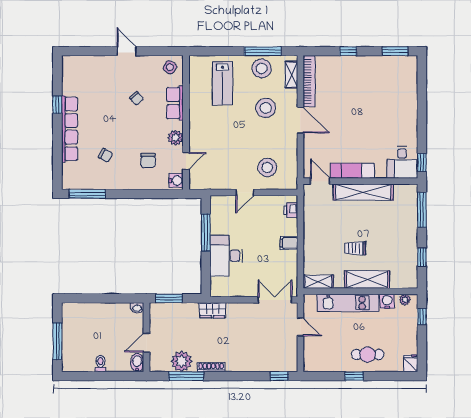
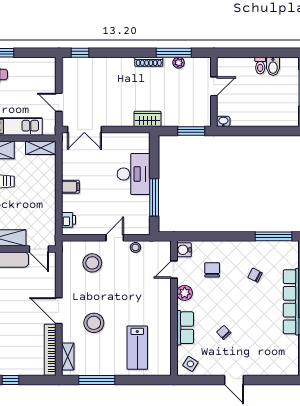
stool: (262, 68) -> (135, 247), moved, width x0.53, depth x0.53
lab bench: (223, 83) -> (137, 348), turned 180
plant: (181, 361) -> (179, 63), width x0.53, depth x0.53
bidet: (137, 363) -> (273, 66), moved

